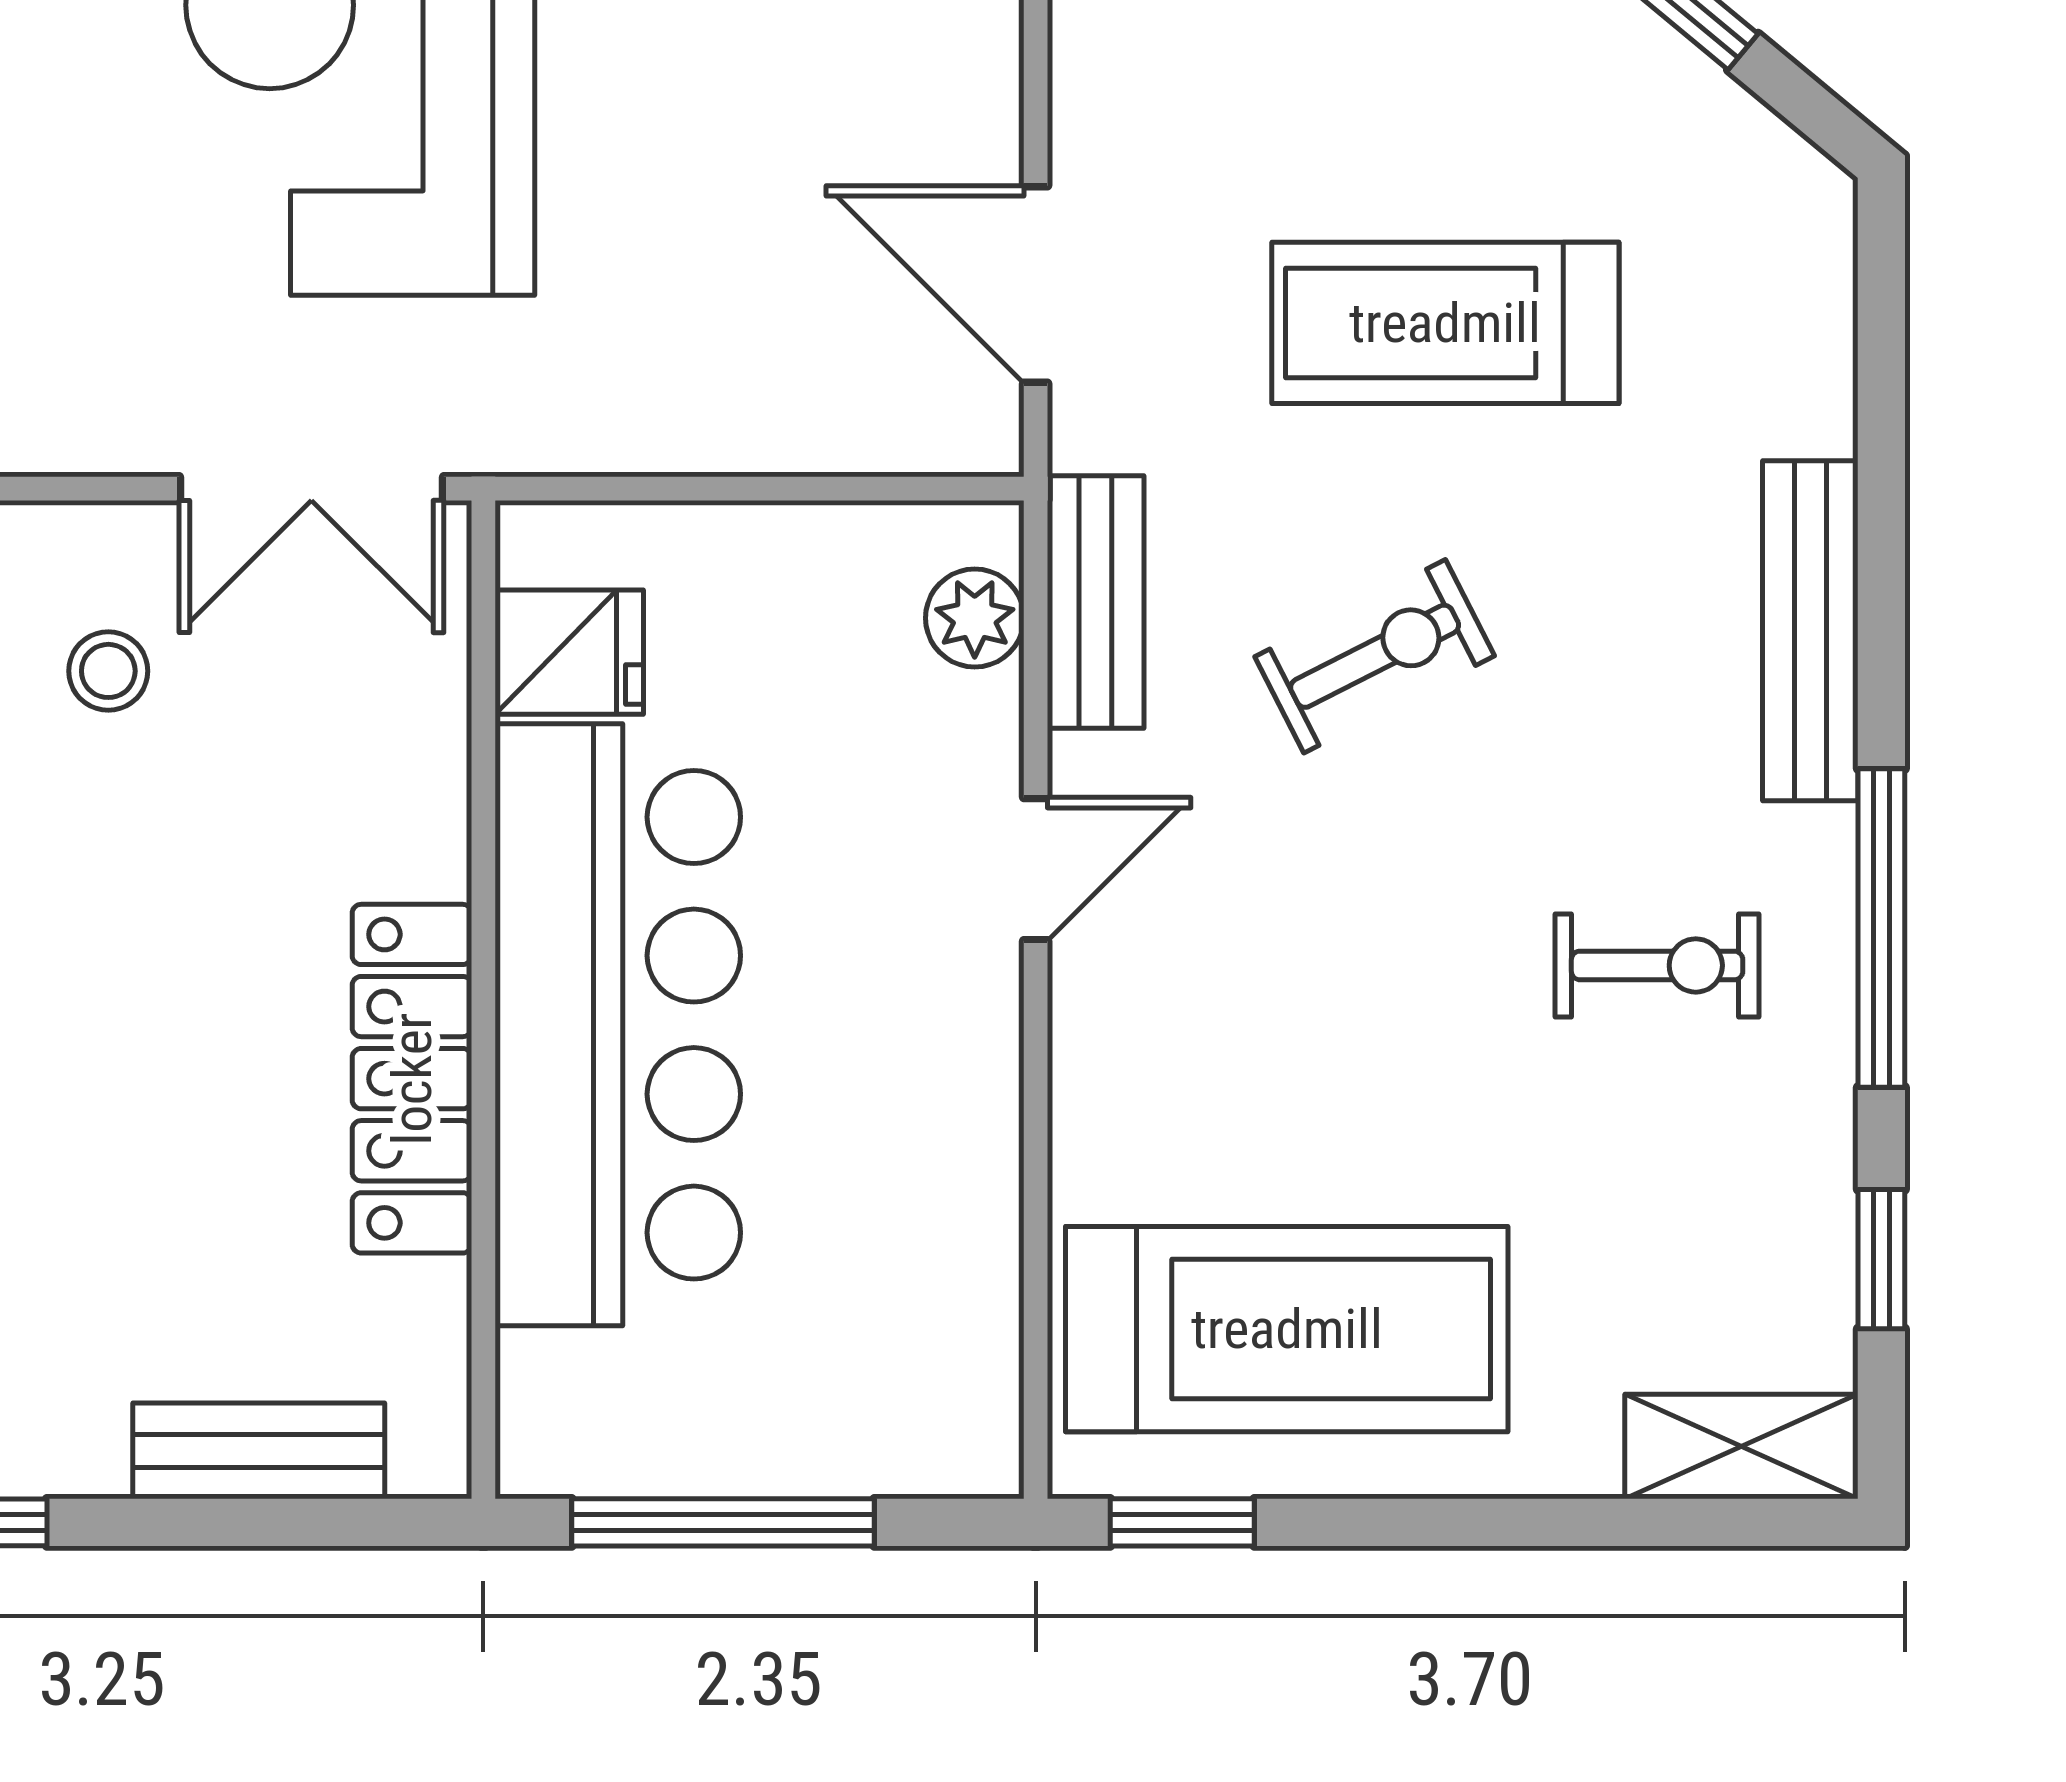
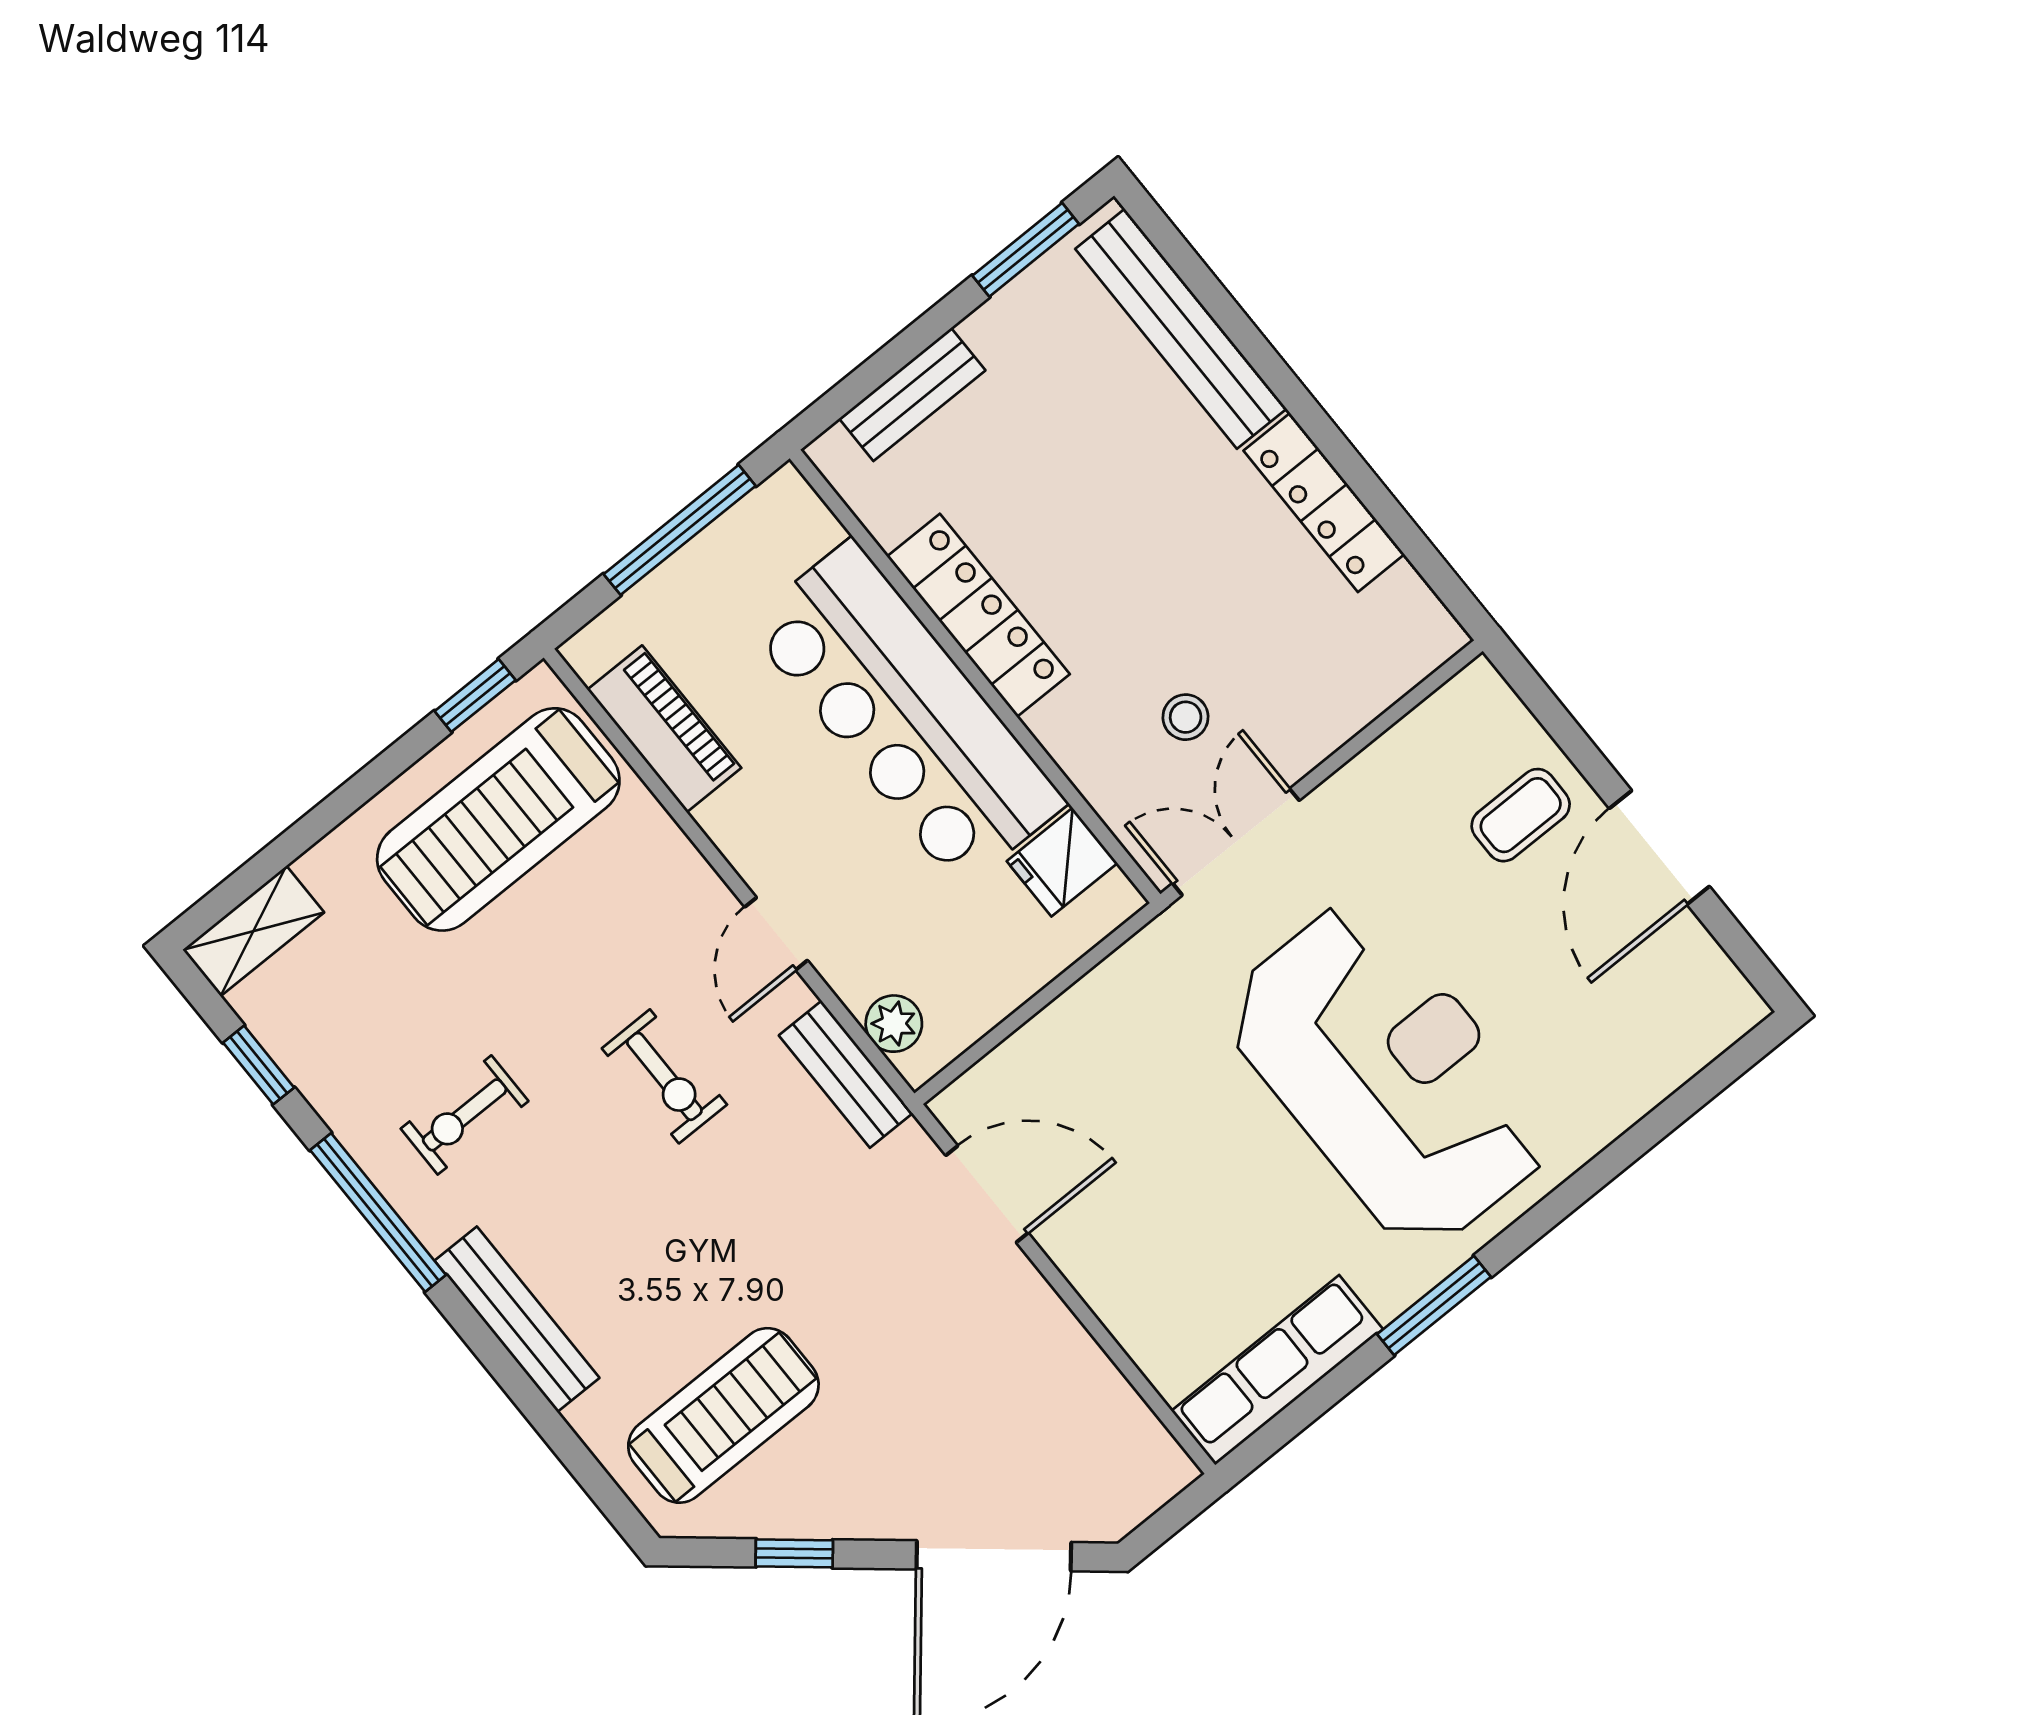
treadmill: (1445, 323) -> (723, 1415), moved
exercise bike: (1375, 656) -> (664, 1076), moved, turned -63
stool: (108, 671) -> (1186, 717), moved
piano: (962, 1270) -> (664, 729), added

